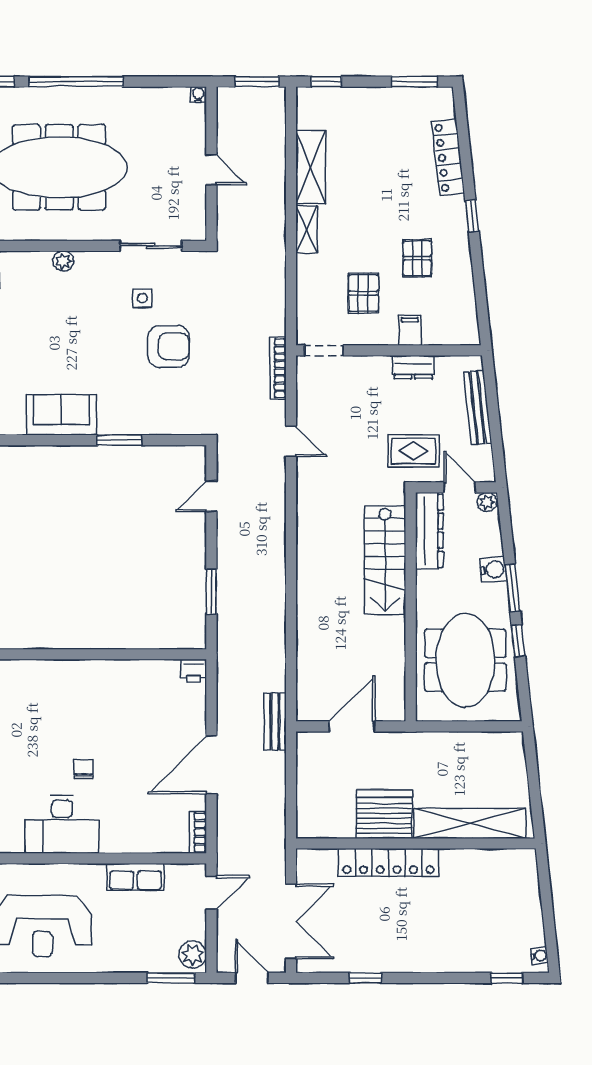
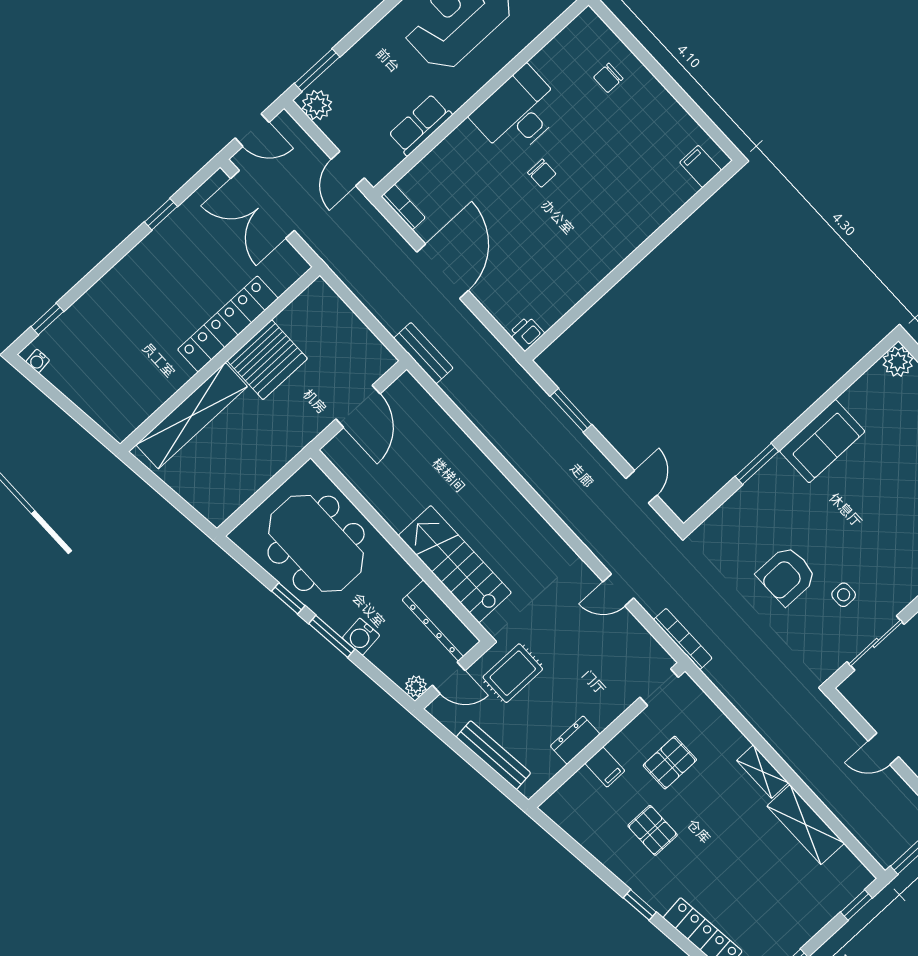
pallet: (363, 293) -> (670, 763), turned 90

